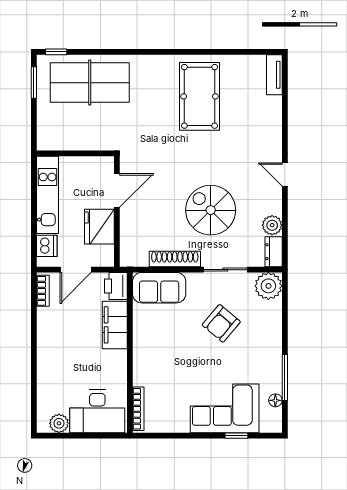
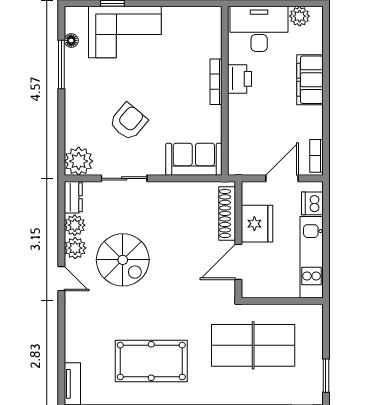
table tennis table: (90, 83) -> (253, 345), moved
pool table: (200, 96) -> (151, 361), turned 90
plant: (272, 203) -> (75, 248), added
spiral stairs: (211, 210) -> (123, 260), moved
shoe rack: (175, 259) -> (227, 213), moved, turned 90
printer: (116, 286) -> (240, 79), moved
filing cabinet: (115, 325) -> (310, 80), moved, turned 180
bookcase: (138, 409) -> (216, 82), moved

